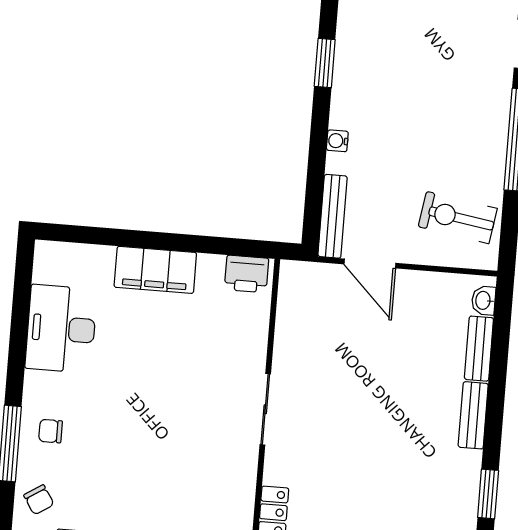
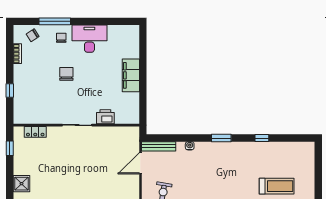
printer: (247, 274) -> (105, 117), moved, turned 90
desk: (61, 329) -> (89, 39), moved
chair: (139, 425) -> (66, 74), added

